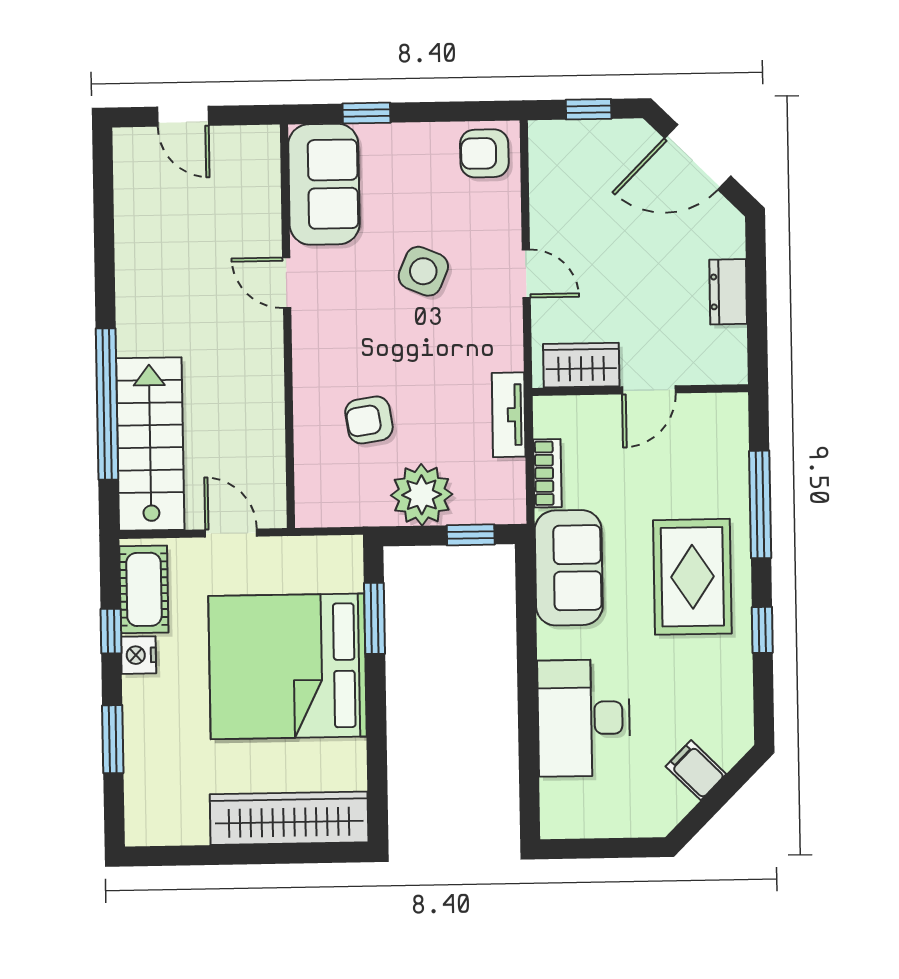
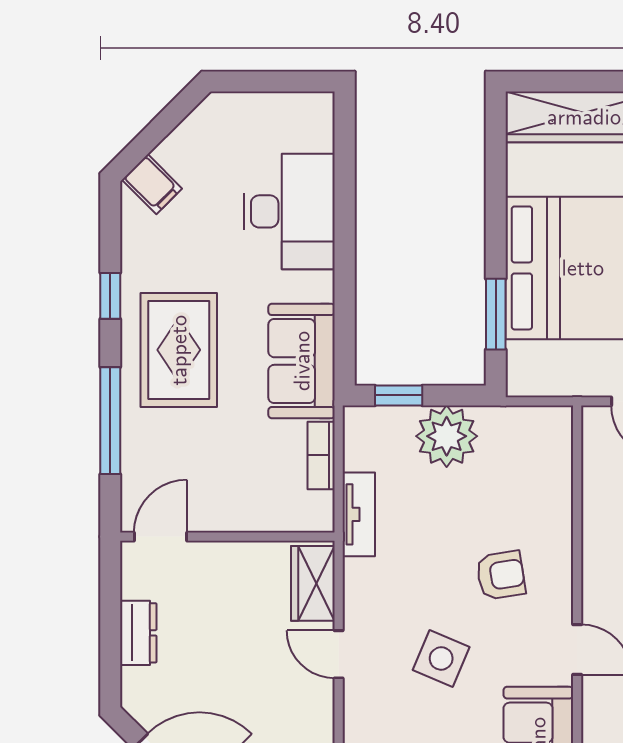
wardrobe: (581, 365) -> (313, 583), moved, turned 90
door: (649, 390) -> (161, 537), moved
armchair: (369, 420) -> (501, 575), moved
filing cabinet: (696, 770) -> (152, 184), moved

